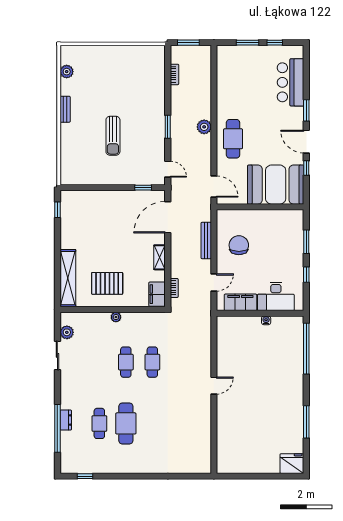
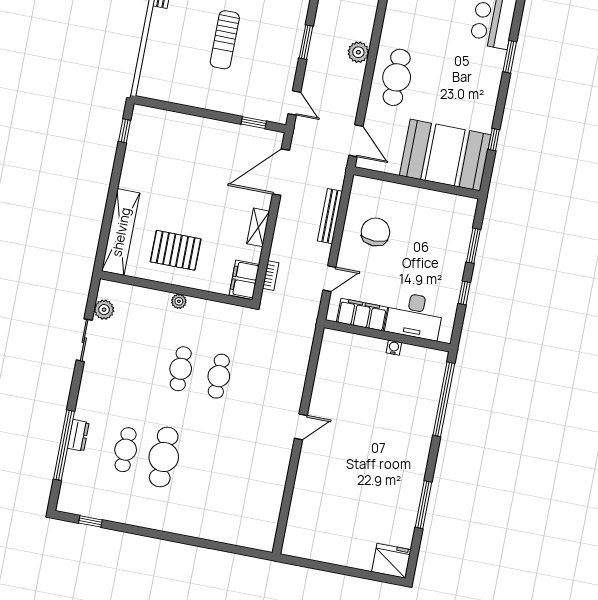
door: (306, 142) -> (501, 102), removed

